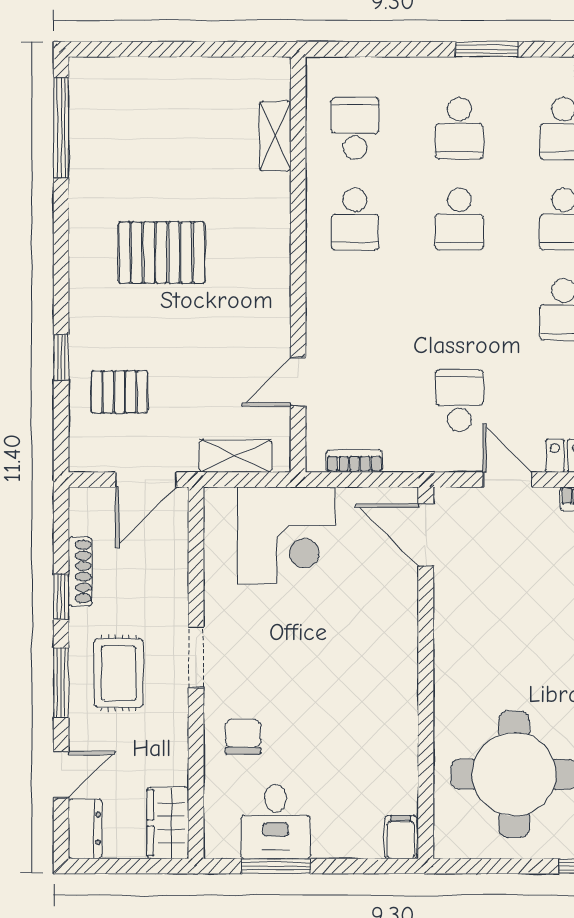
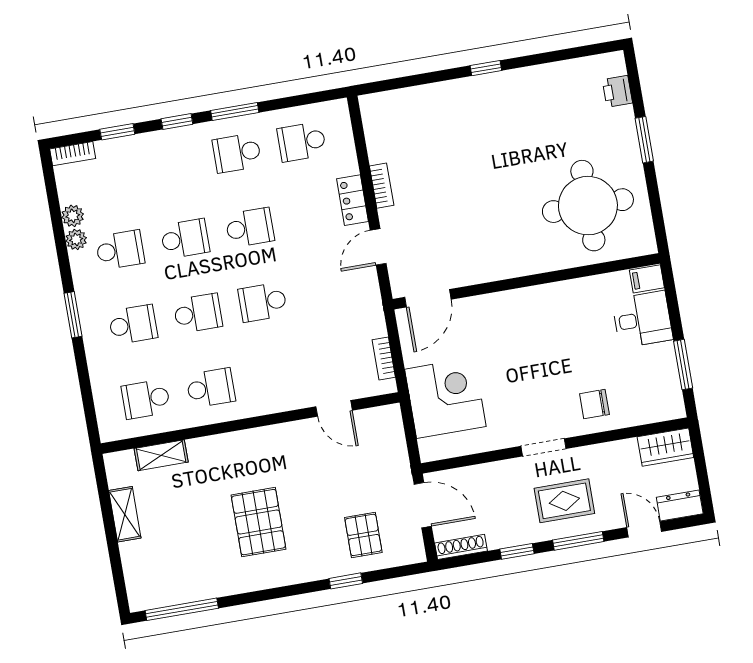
school desk: (459, 400) -> (263, 302), moved
shelving: (236, 456) -> (125, 514), moved
shoe rack: (80, 571) -> (461, 547), moved
desk: (276, 821) -> (642, 319), moved

